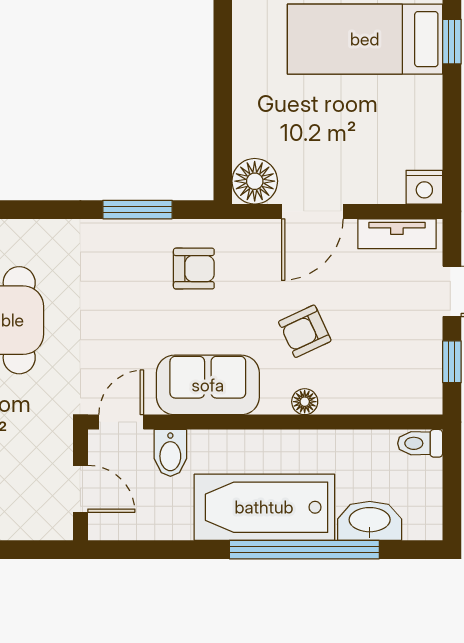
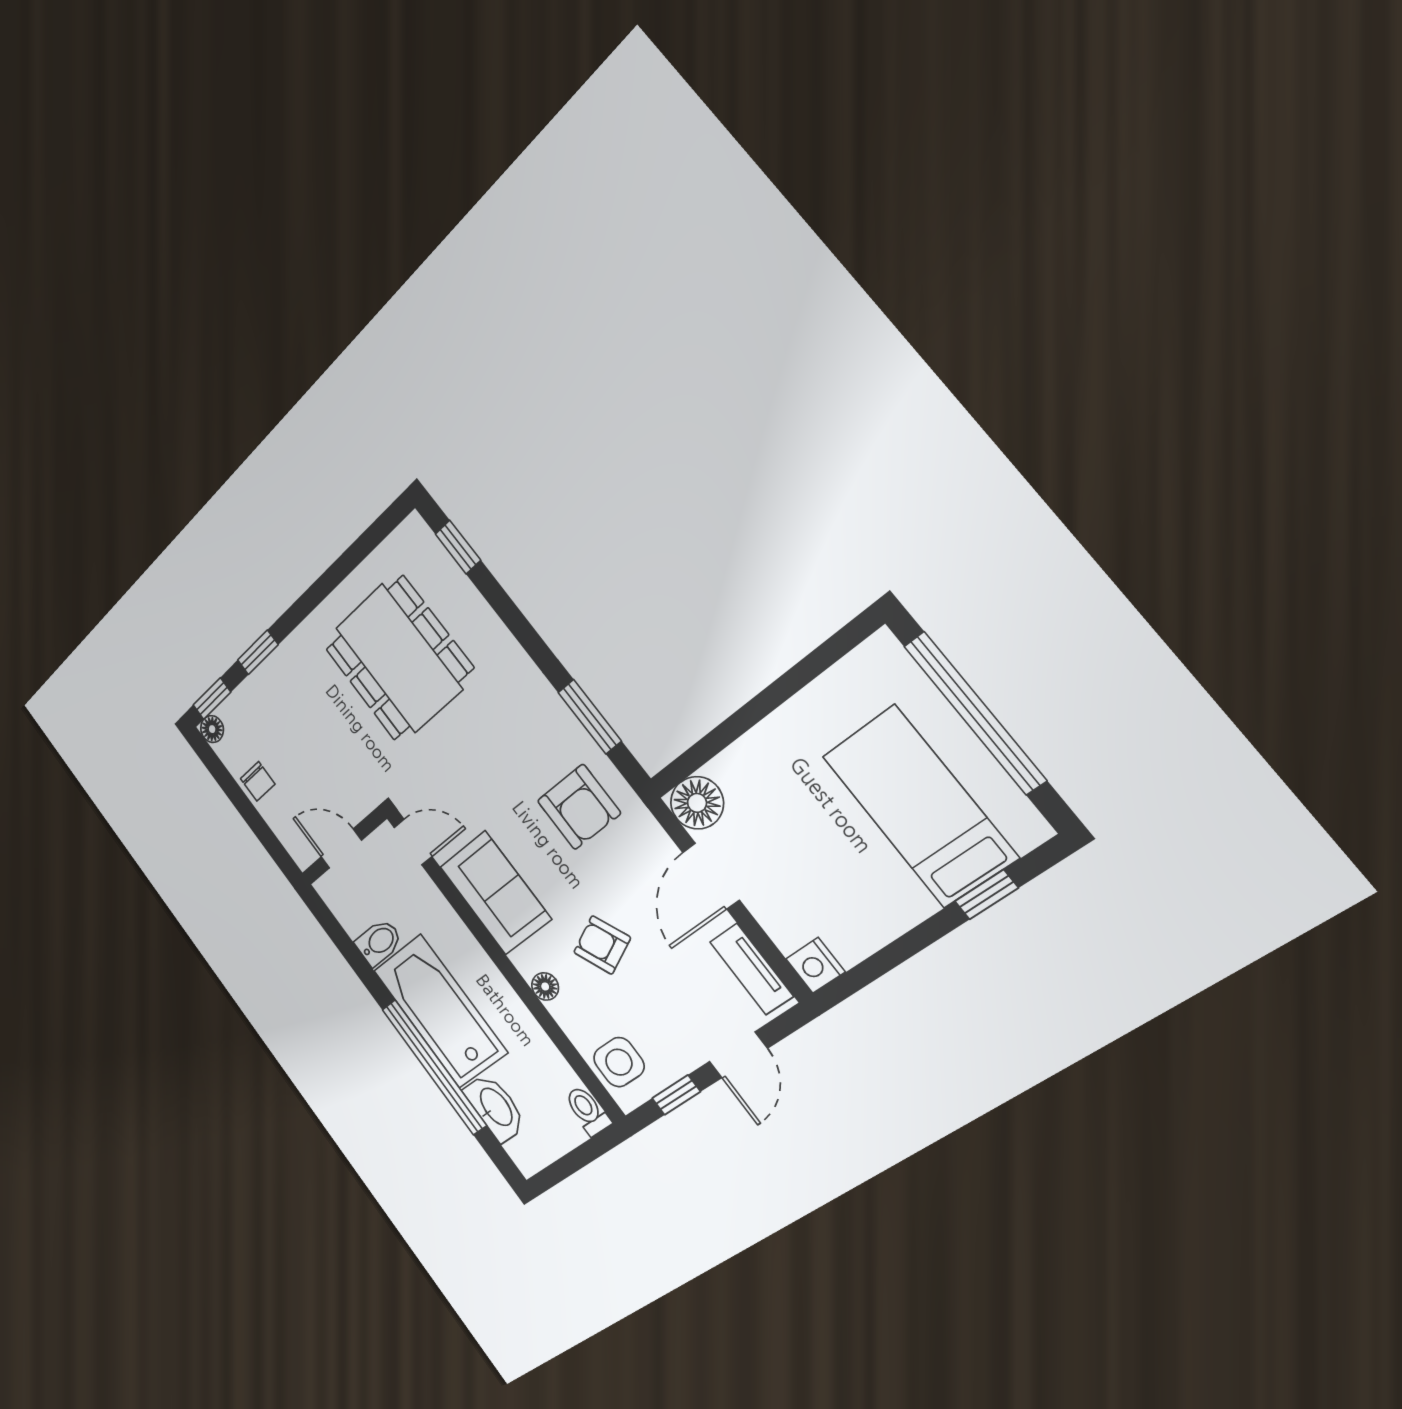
door: (312, 211) -> (711, 876), hinge flipped
armchair: (194, 269) -> (579, 807), width x1.38, depth x1.38
side table: (399, 388) -> (619, 1062), added
bidet: (170, 453) -> (379, 942), moved, turned 180
door: (80, 489) -> (341, 849), swing flipped

